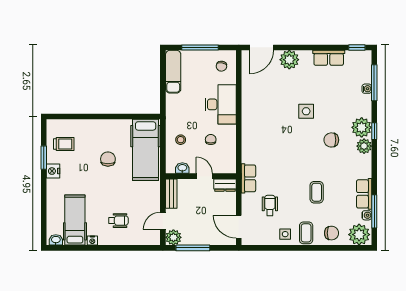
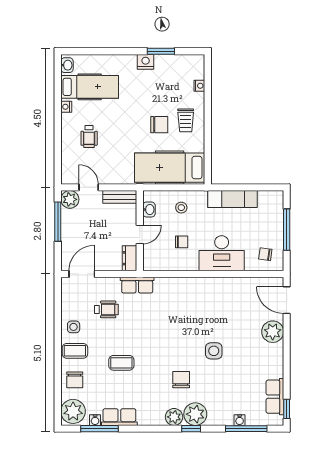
row of seats: (329, 58) -> (275, 397), moved
exam couch: (173, 72) -> (232, 199), moved
nightstand: (74, 124) -> (199, 86), added
trolley: (64, 144) -> (186, 120), moved

